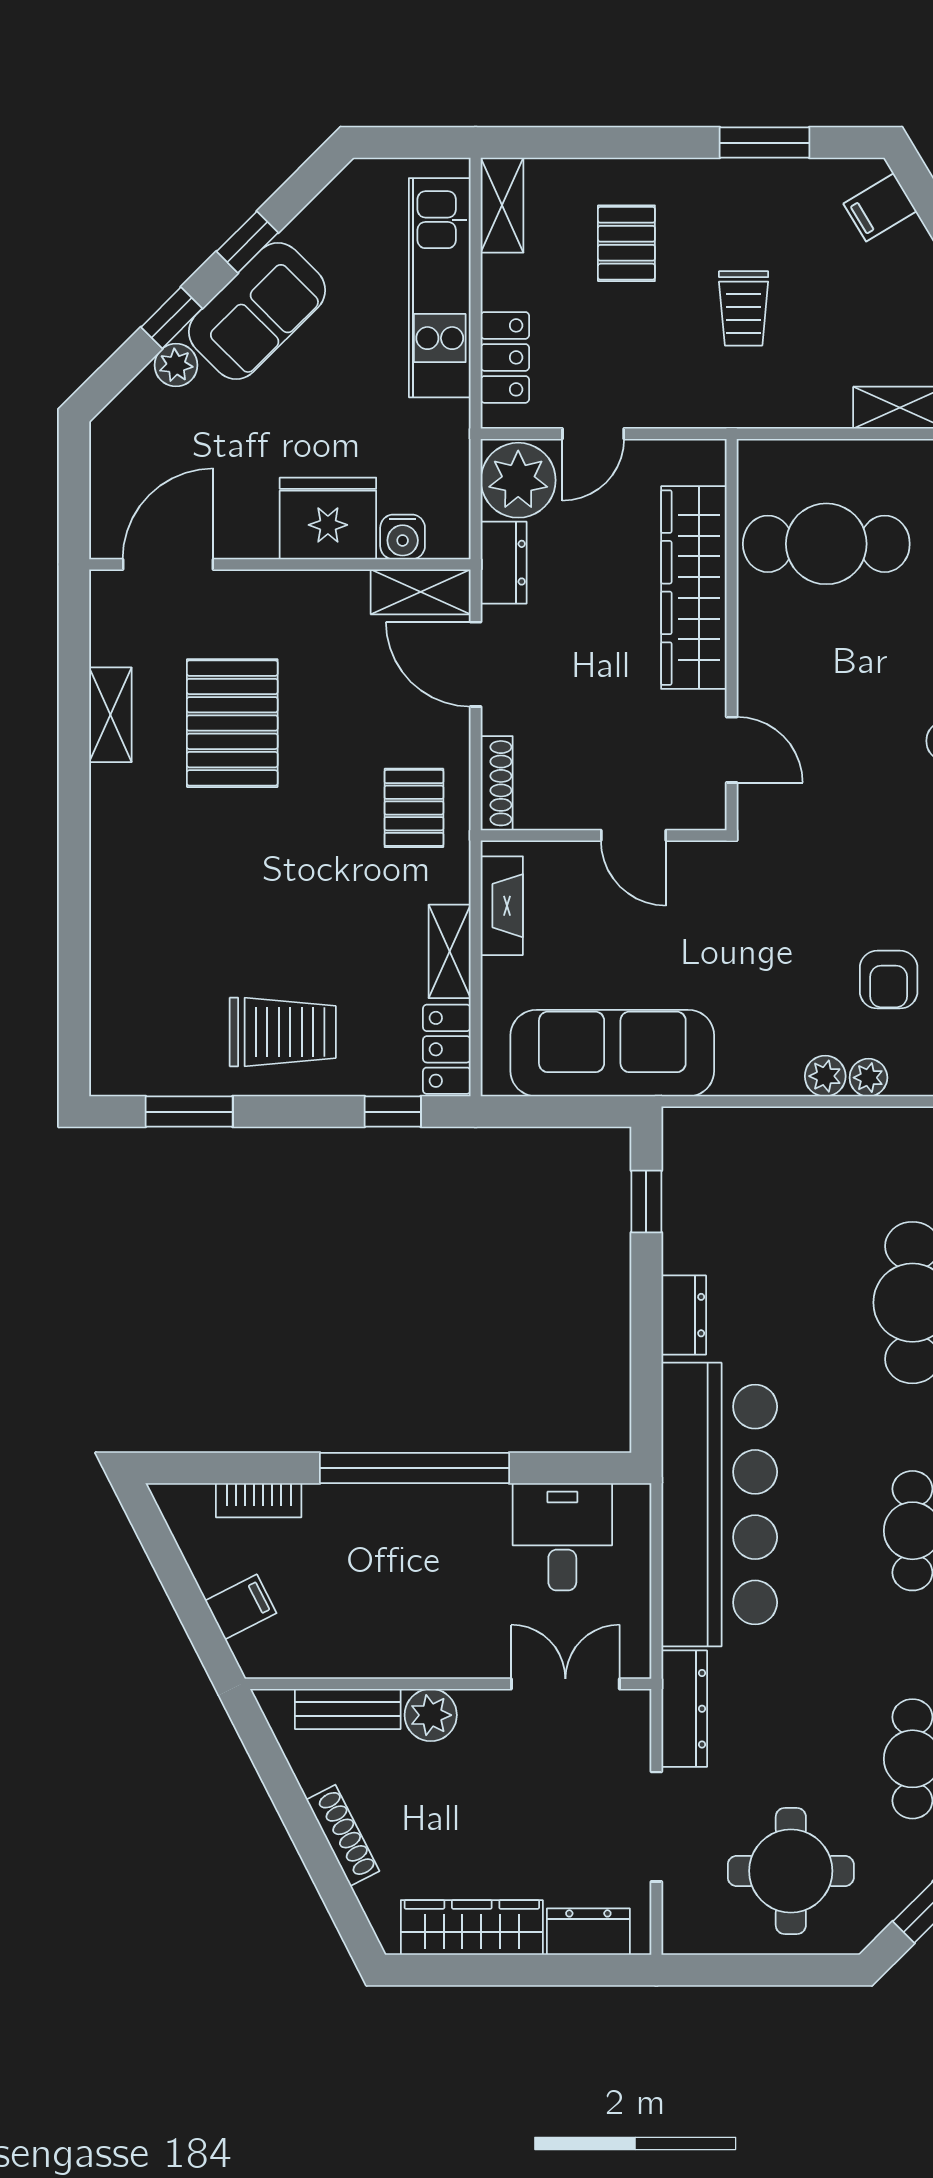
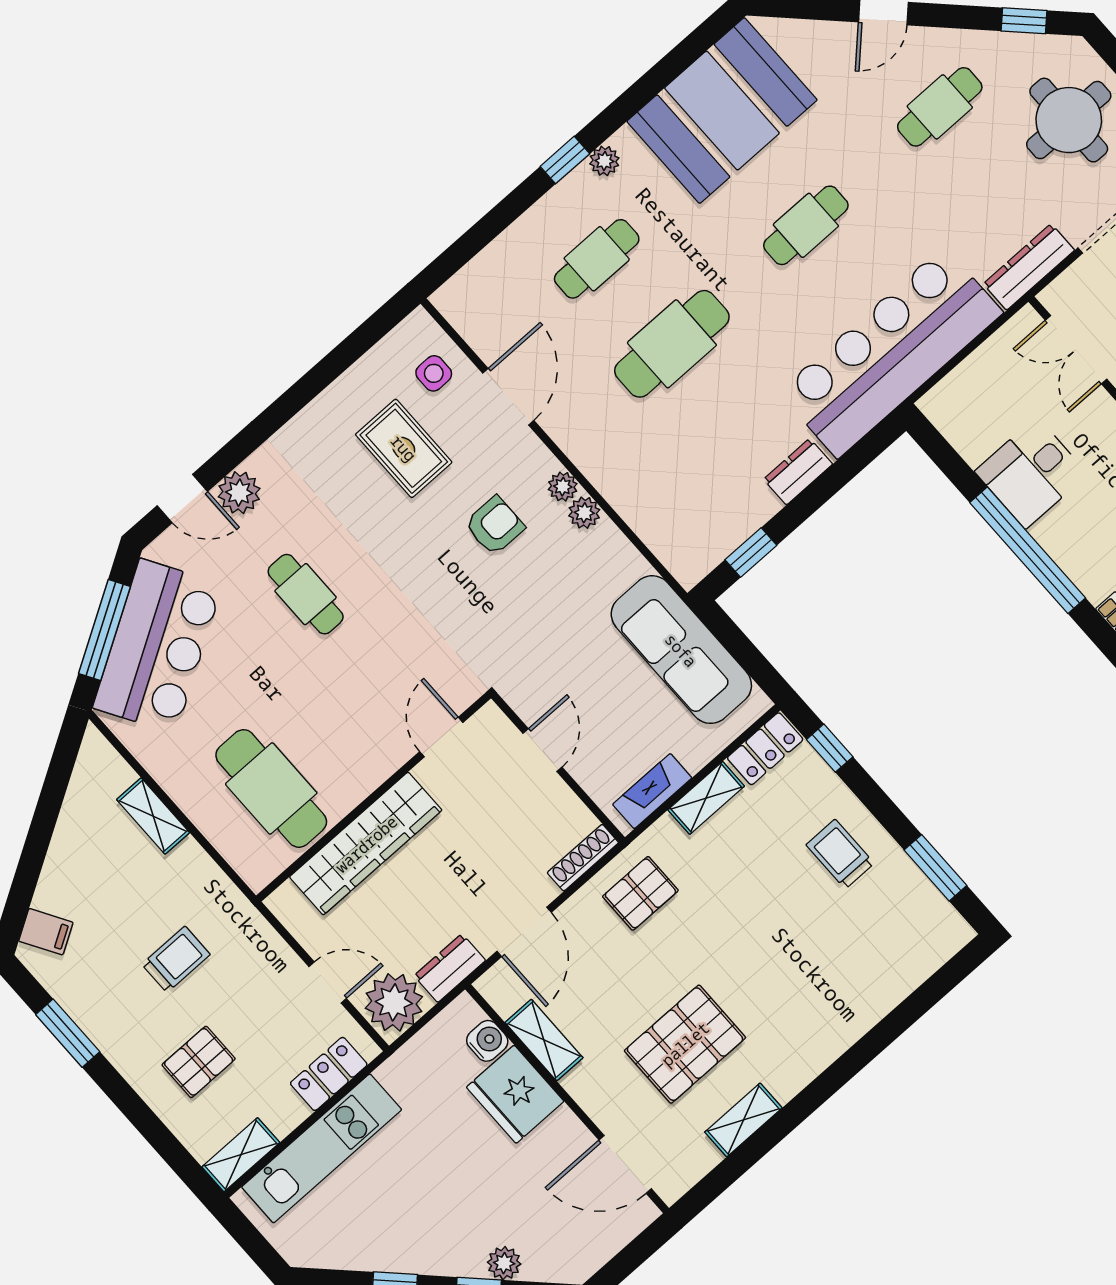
sofa: (257, 311) -> (430, 1244), removed
shelving: (421, 592) -> (544, 1040), moved
trolley: (283, 1032) -> (840, 854), width x0.73, depth x0.72
desk: (562, 1537) -> (1031, 473), moved

